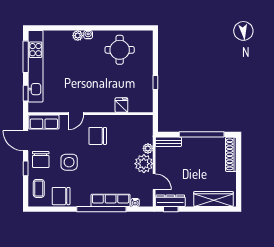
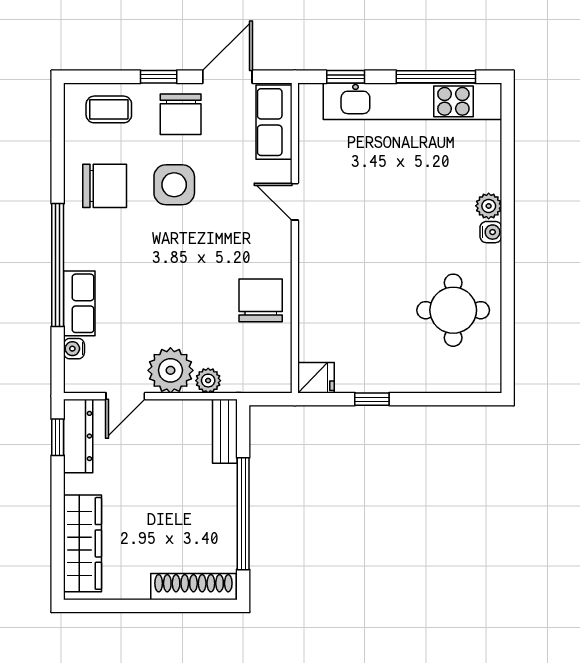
fridge: (121, 105) -> (316, 378), moved
chair: (98, 136) -> (261, 300), moved
chair: (41, 160) -> (181, 114), turned -90
chair: (61, 196) -> (105, 186), moved, turned 90
row of seats: (111, 200) -> (79, 303), width x0.68

